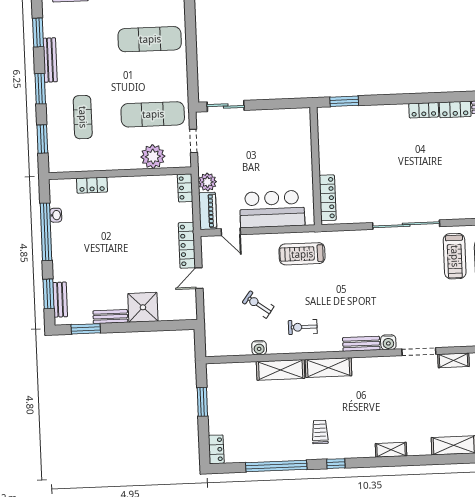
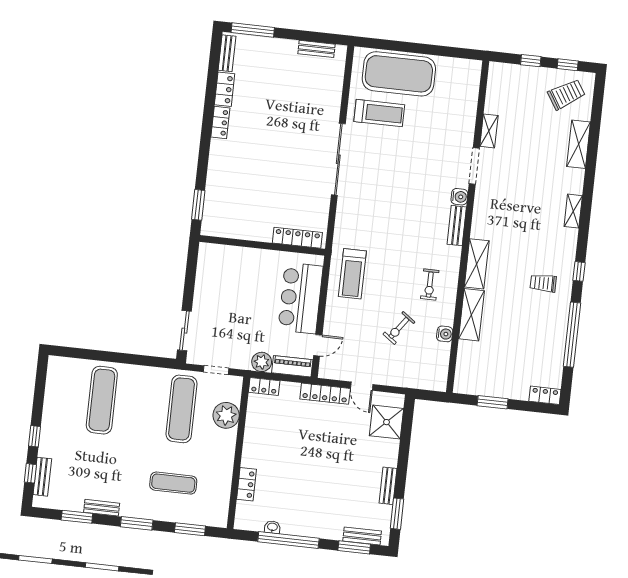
bench: (50, 60) -> (102, 508), width x0.73
shower: (143, 307) -> (387, 422), moved

